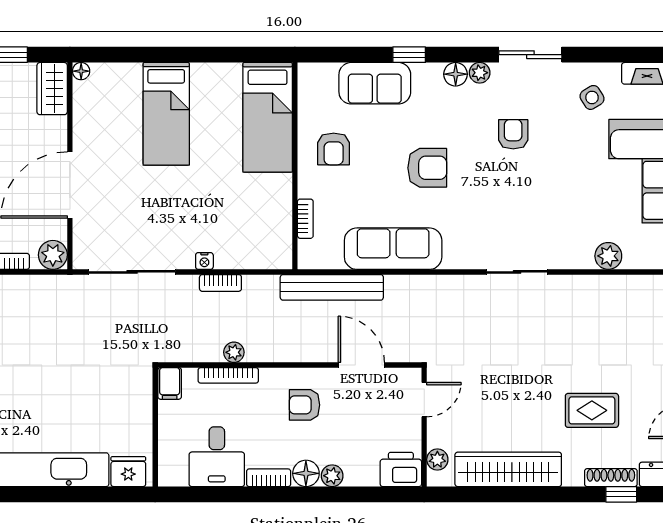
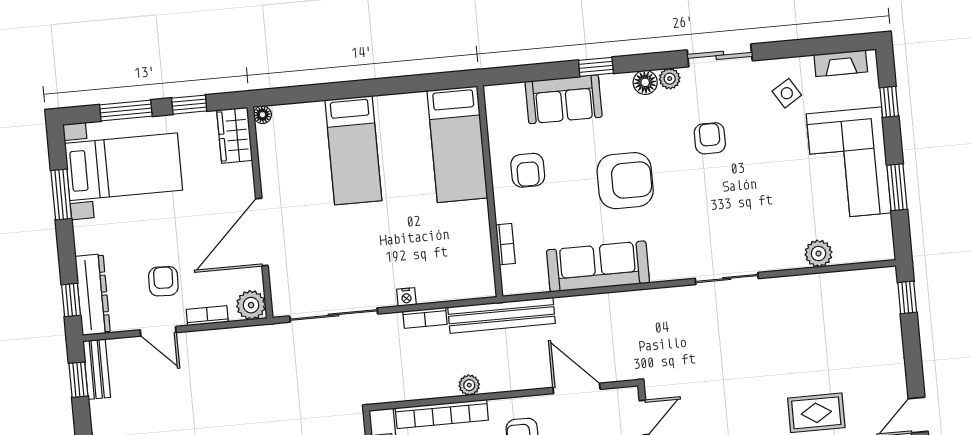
armchair: (427, 168) -> (625, 181), width x1.36, depth x1.36
bench: (332, 287) -> (501, 315), moved
plant: (234, 352) -> (469, 385), moved
bookcase: (228, 375) -> (442, 414), width x1.48, depth x1.31

